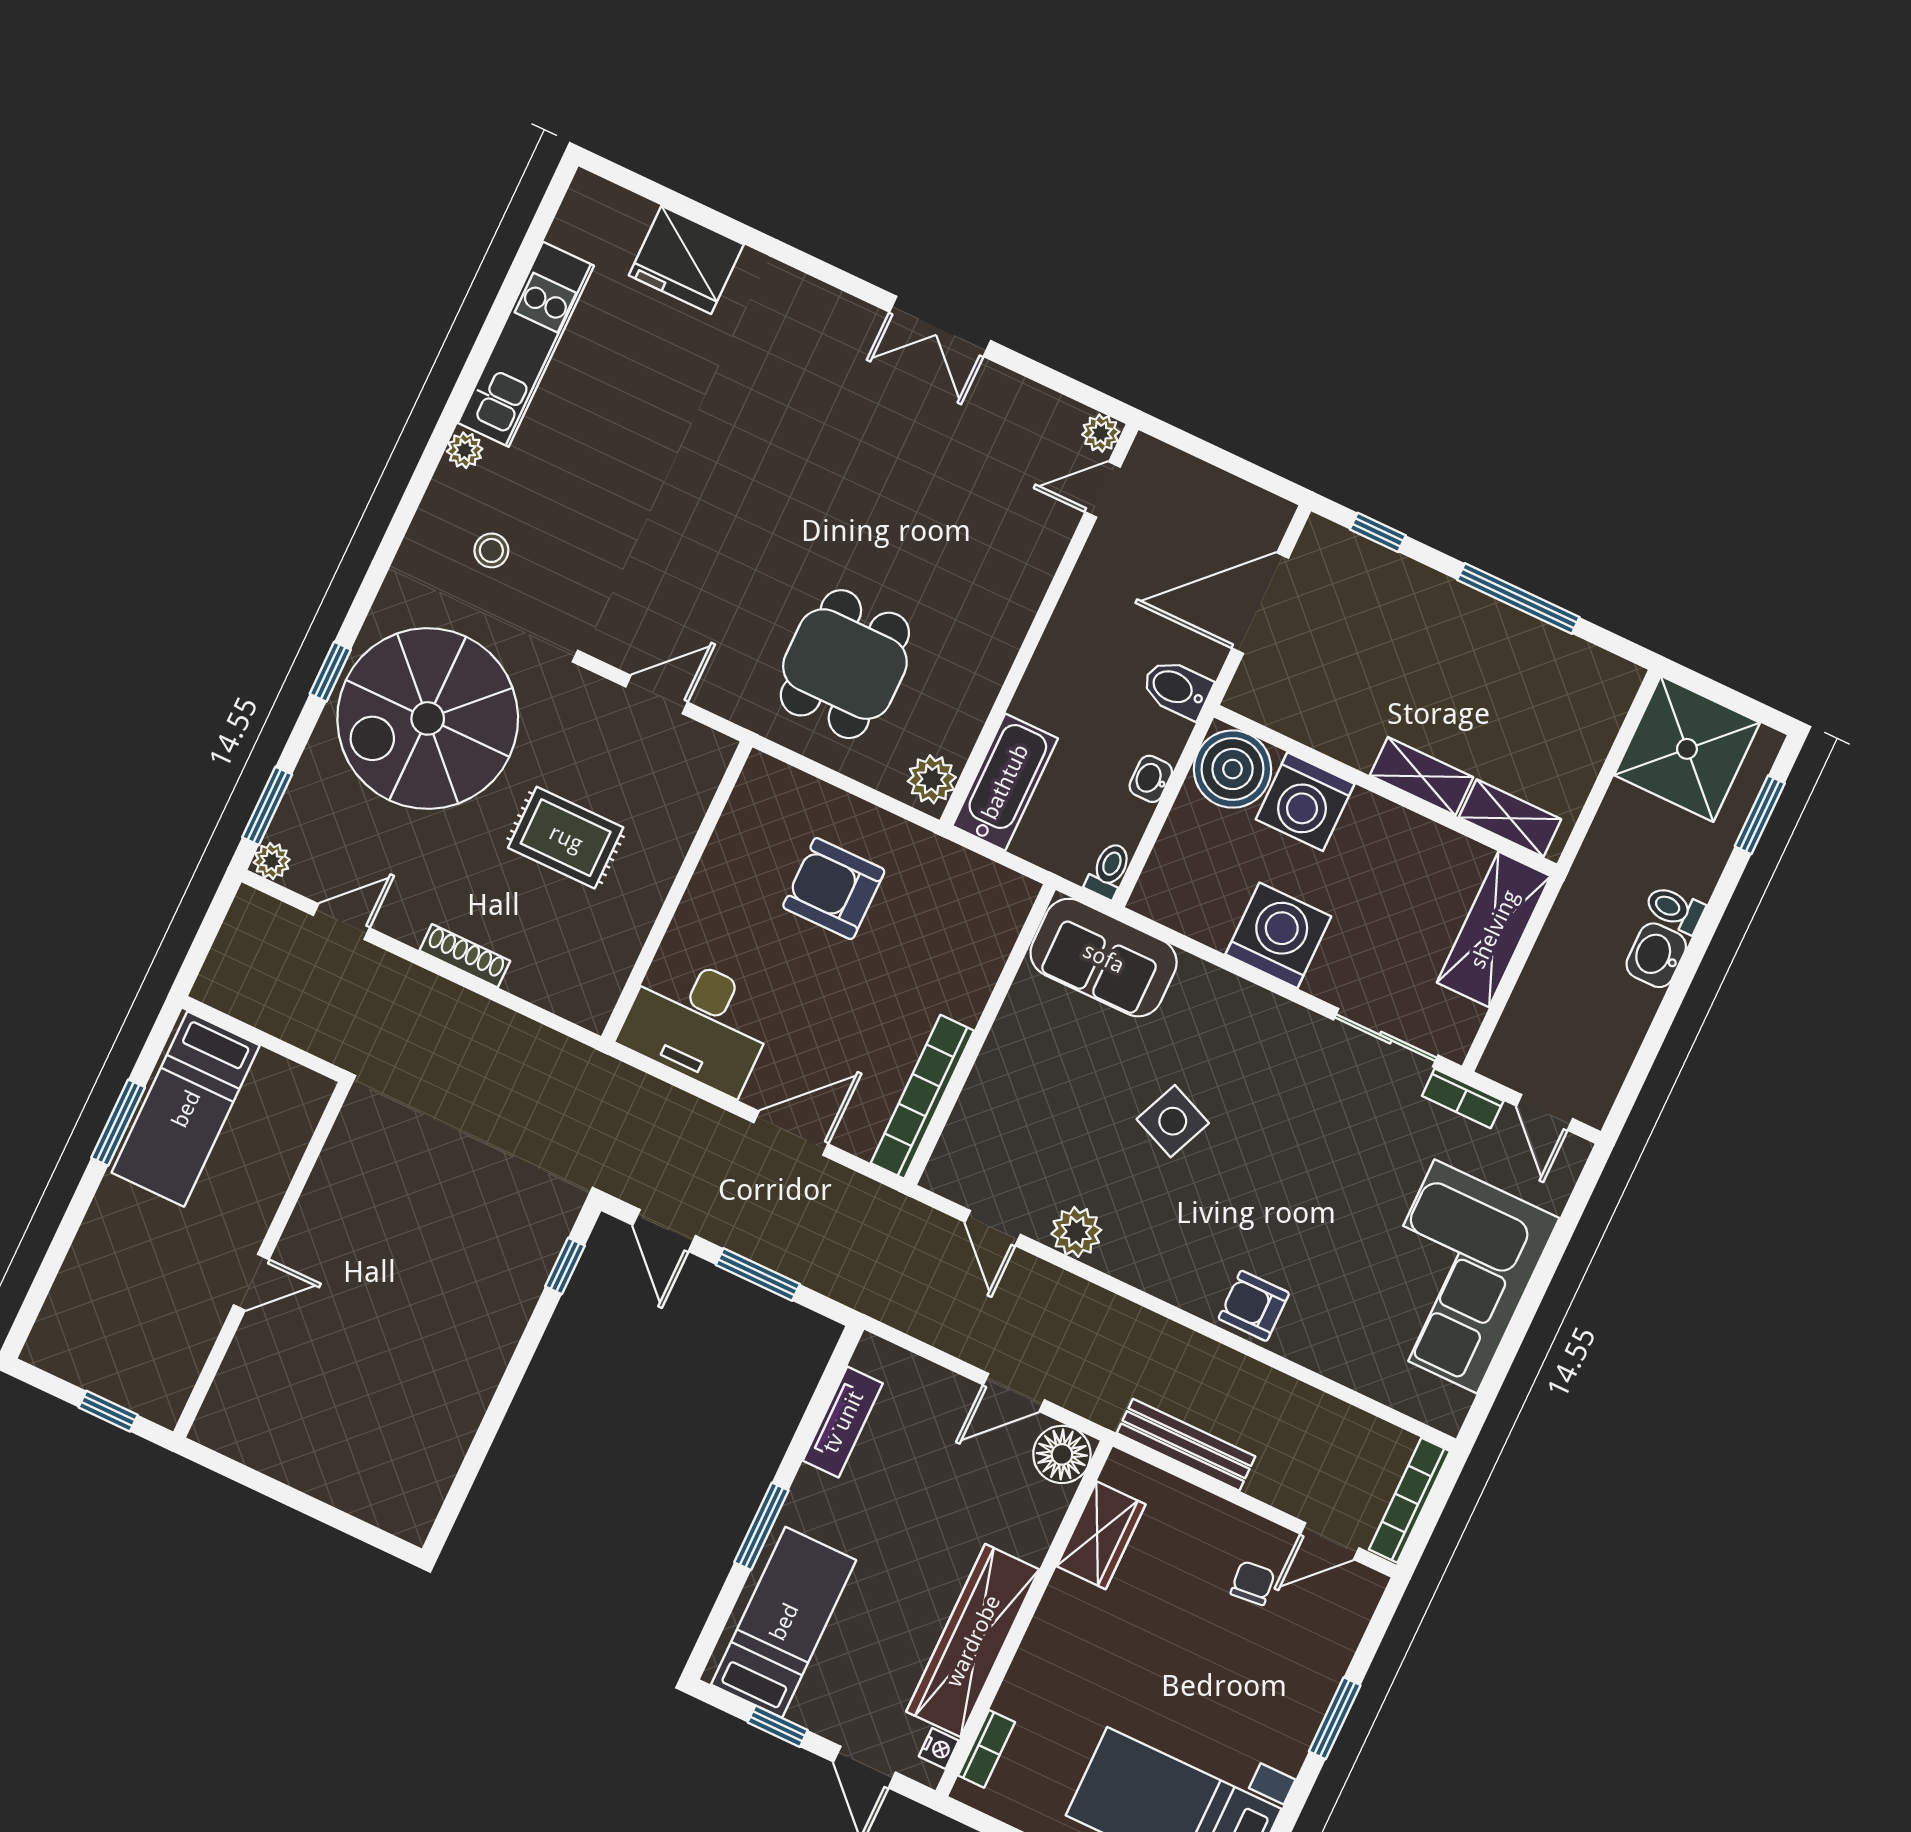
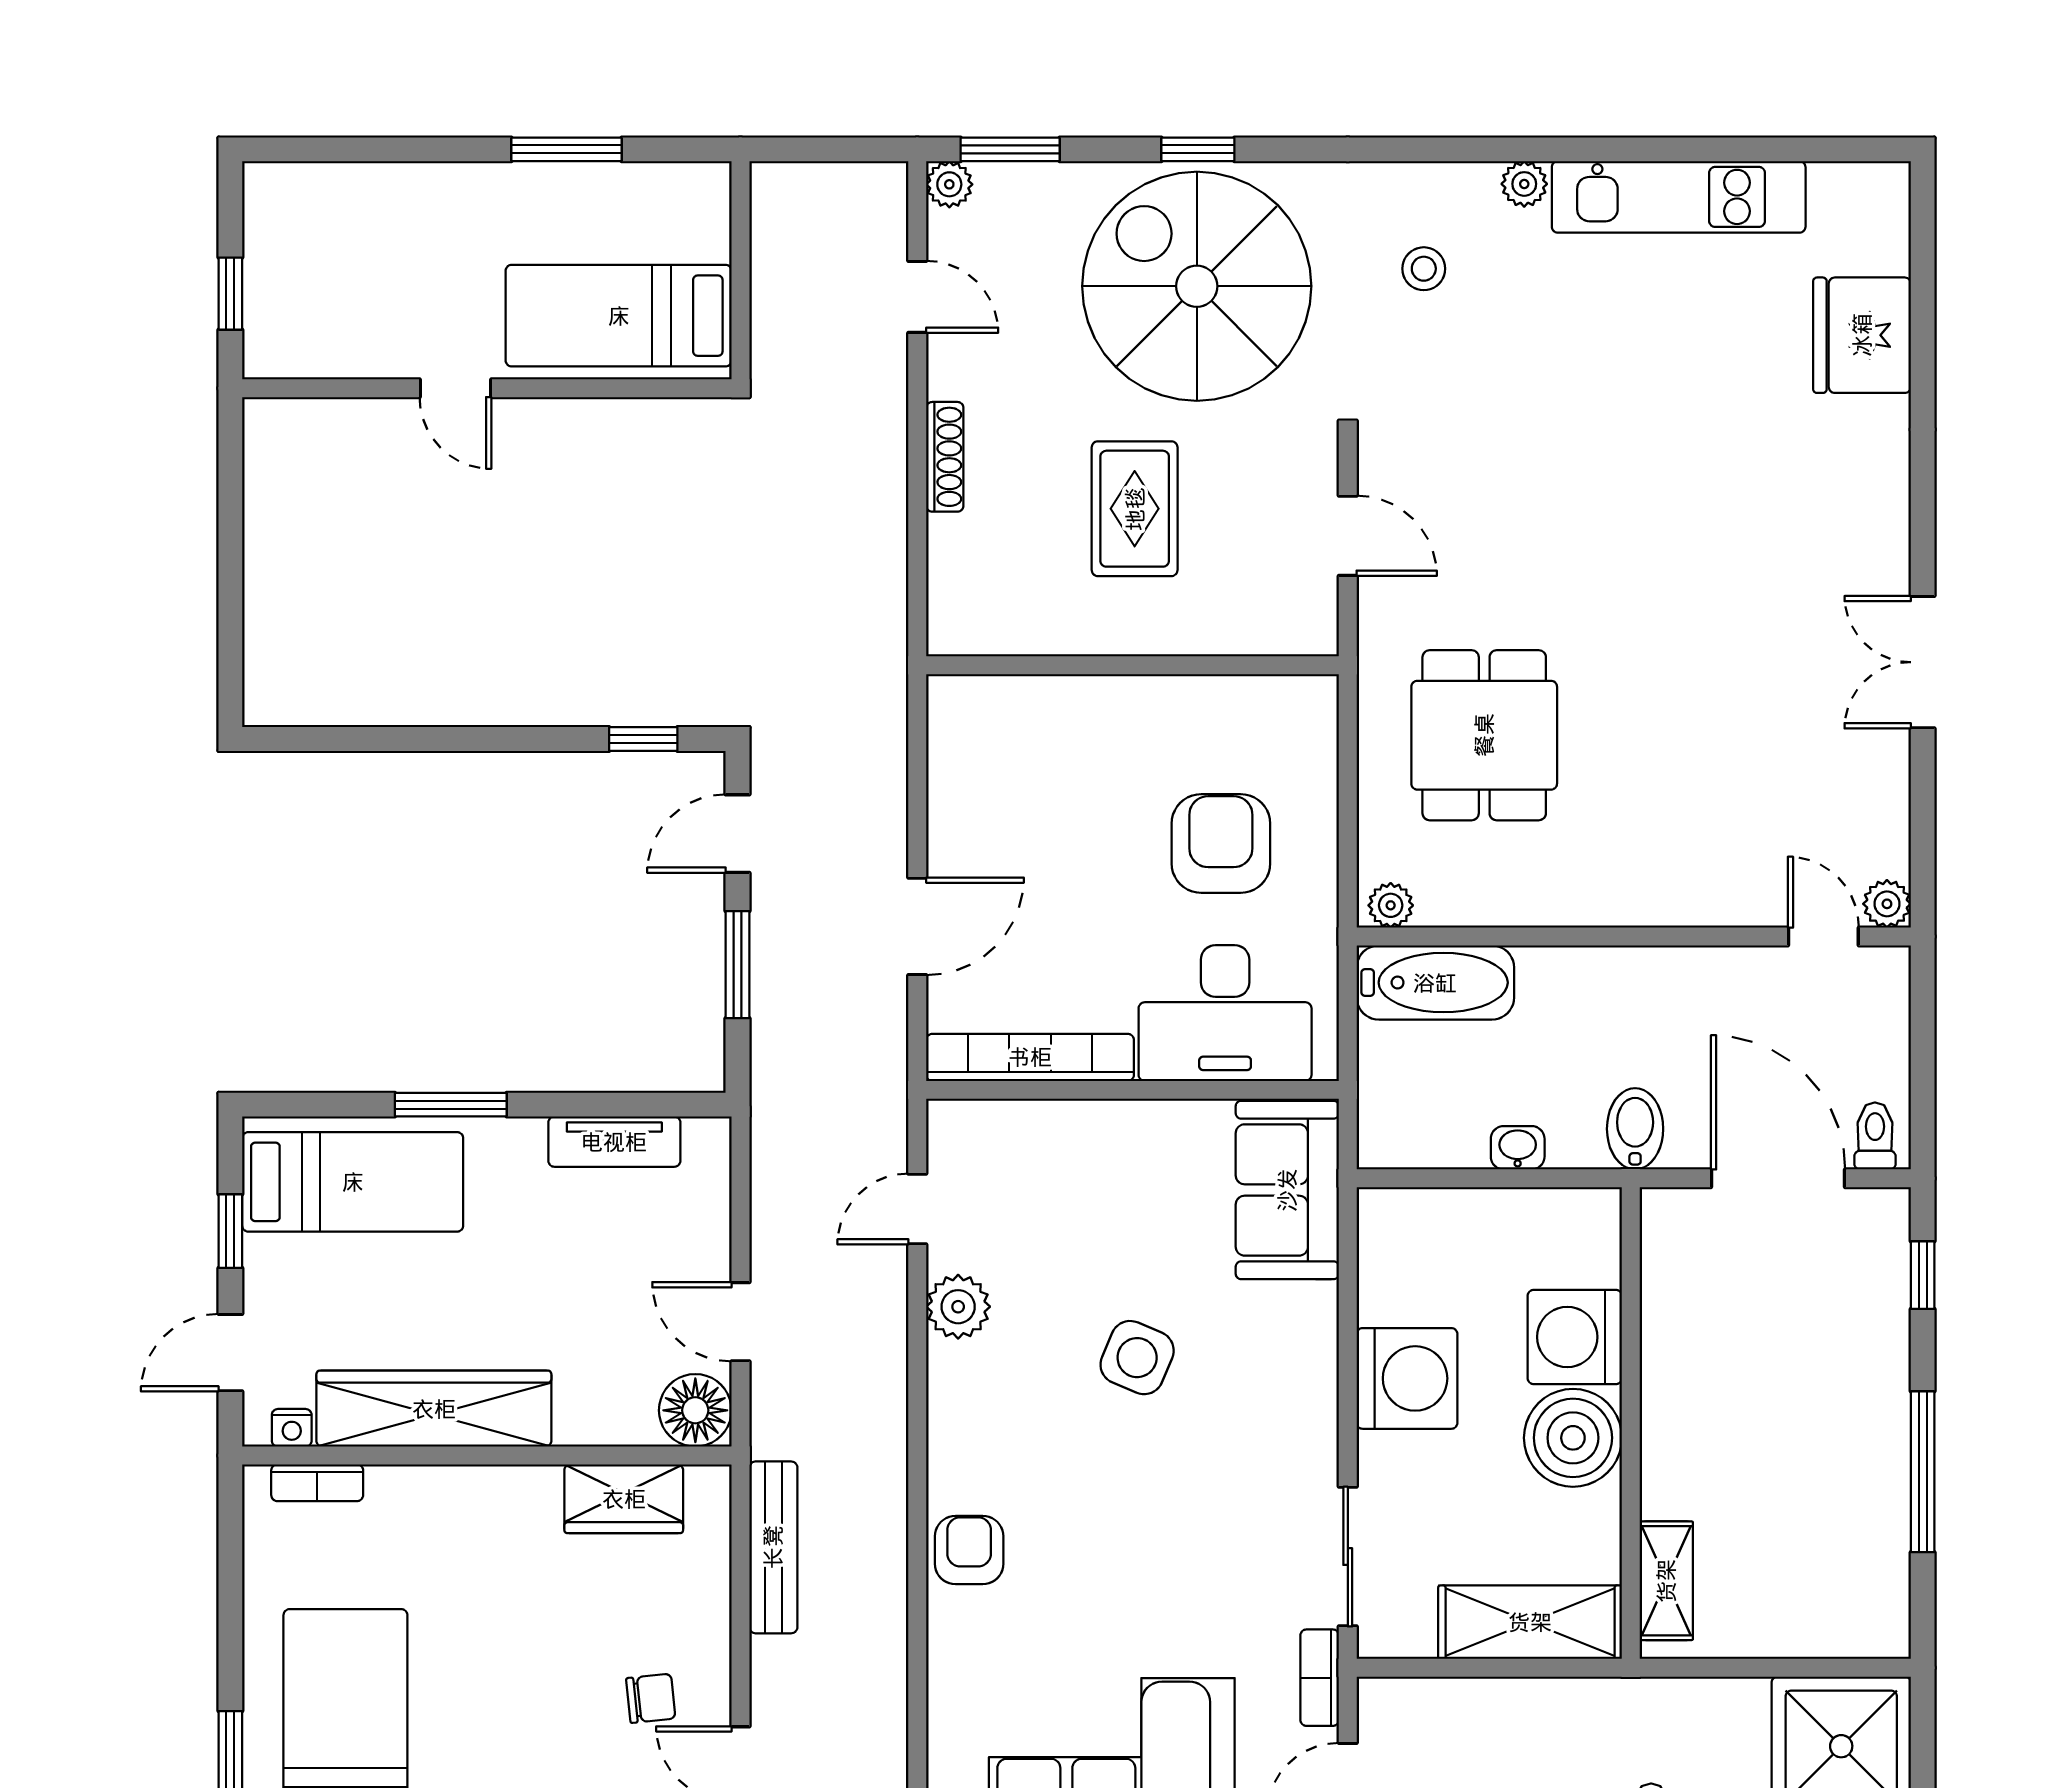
dining table: (845, 664) -> (1484, 735), turned 90
boiler: (1233, 769) -> (1573, 1438), moved
shelving: (1422, 776) -> (1667, 1457), removed
plant: (932, 779) -> (1391, 905), width x0.73, depth x0.73
toilet: (1109, 870) -> (1875, 1136), moved, turned -90
desk: (698, 1023) -> (1225, 1013), moved, turned -90
bed: (186, 1109) -> (619, 316), moved
door: (791, 1133) -> (917, 926), hinge flipped

